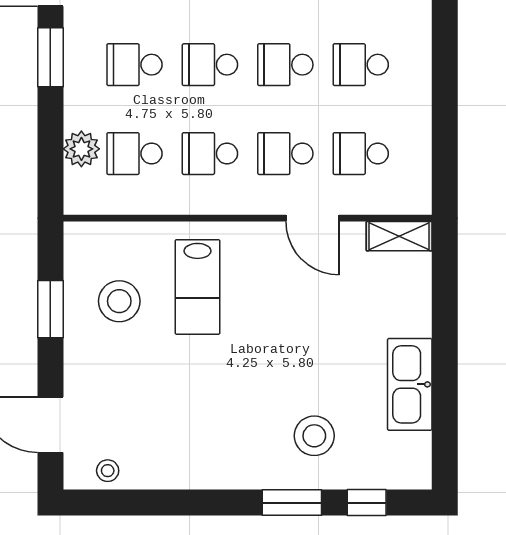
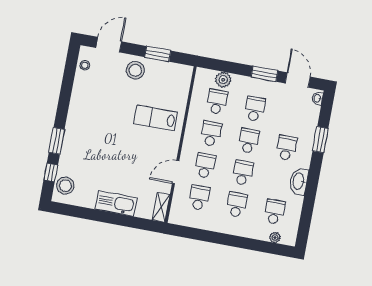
stool: (119, 301) -> (135, 70), moved
kitchen sink: (410, 384) -> (116, 204), moved
stool: (314, 436) -> (65, 186), moved

